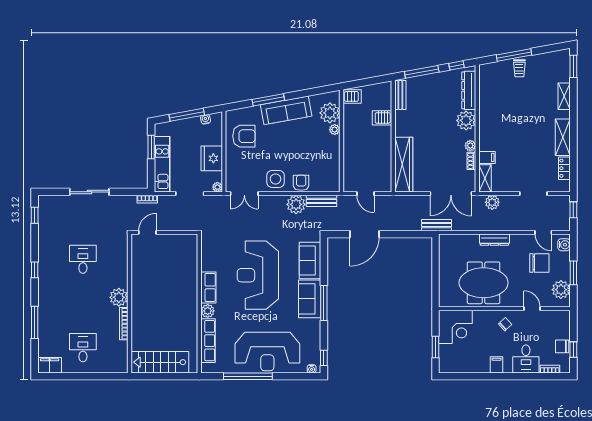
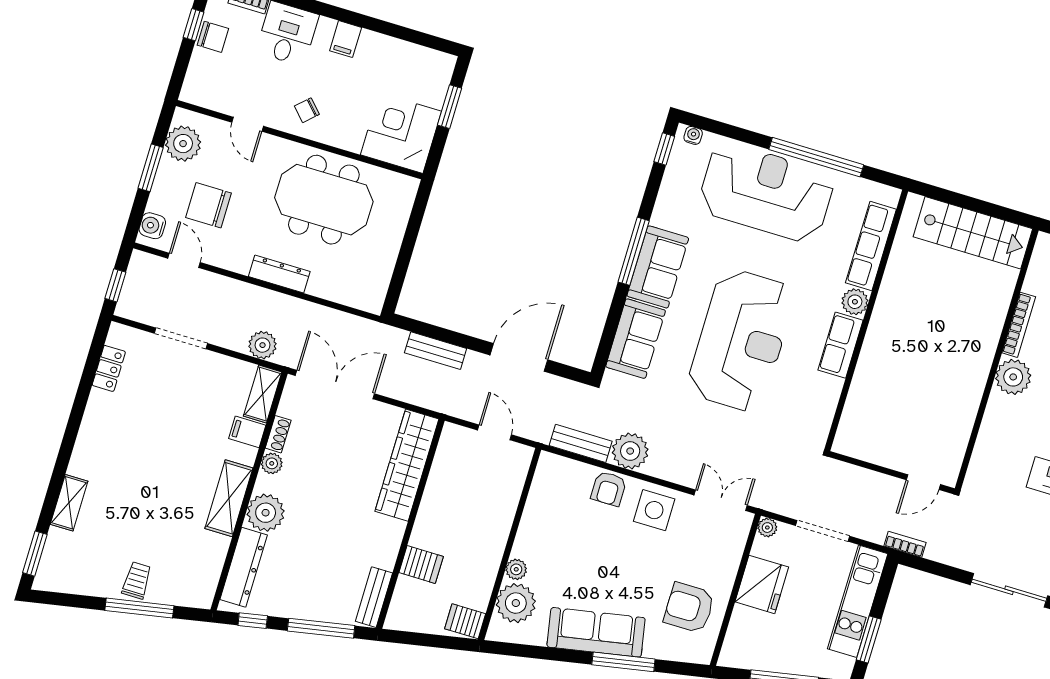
water cooler: (206, 119) -> (751, 661), removed
shelving: (563, 137) -> (229, 498), moved
bench: (437, 225) -> (436, 351), moved

